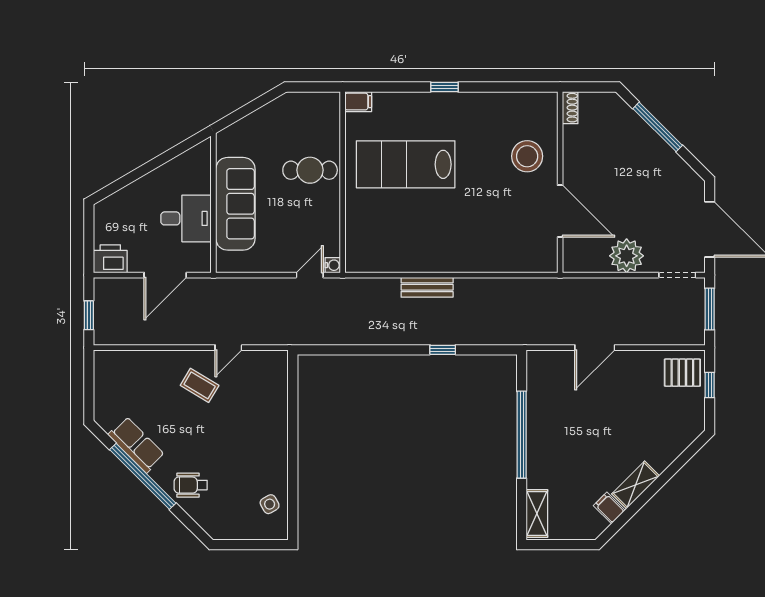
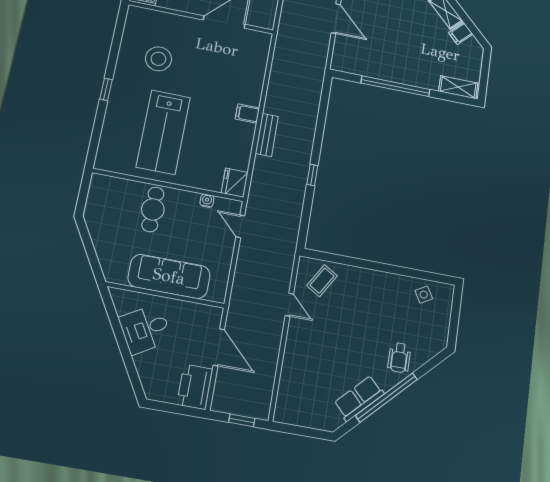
filing cabinet: (358, 102) -> (247, 113), moved, turned -90
stool: (527, 156) -> (158, 59), moved
desk: (186, 218) -> (145, 329), moved, turned -120
printer: (110, 259) -> (195, 387), width x1.37, depth x1.19
fridge: (361, 259) -> (235, 183), added
water cooler: (333, 265) -> (207, 201), moved
window: (443, 350) -> (312, 175), moved
coffee table: (200, 385) -> (322, 281), moved

